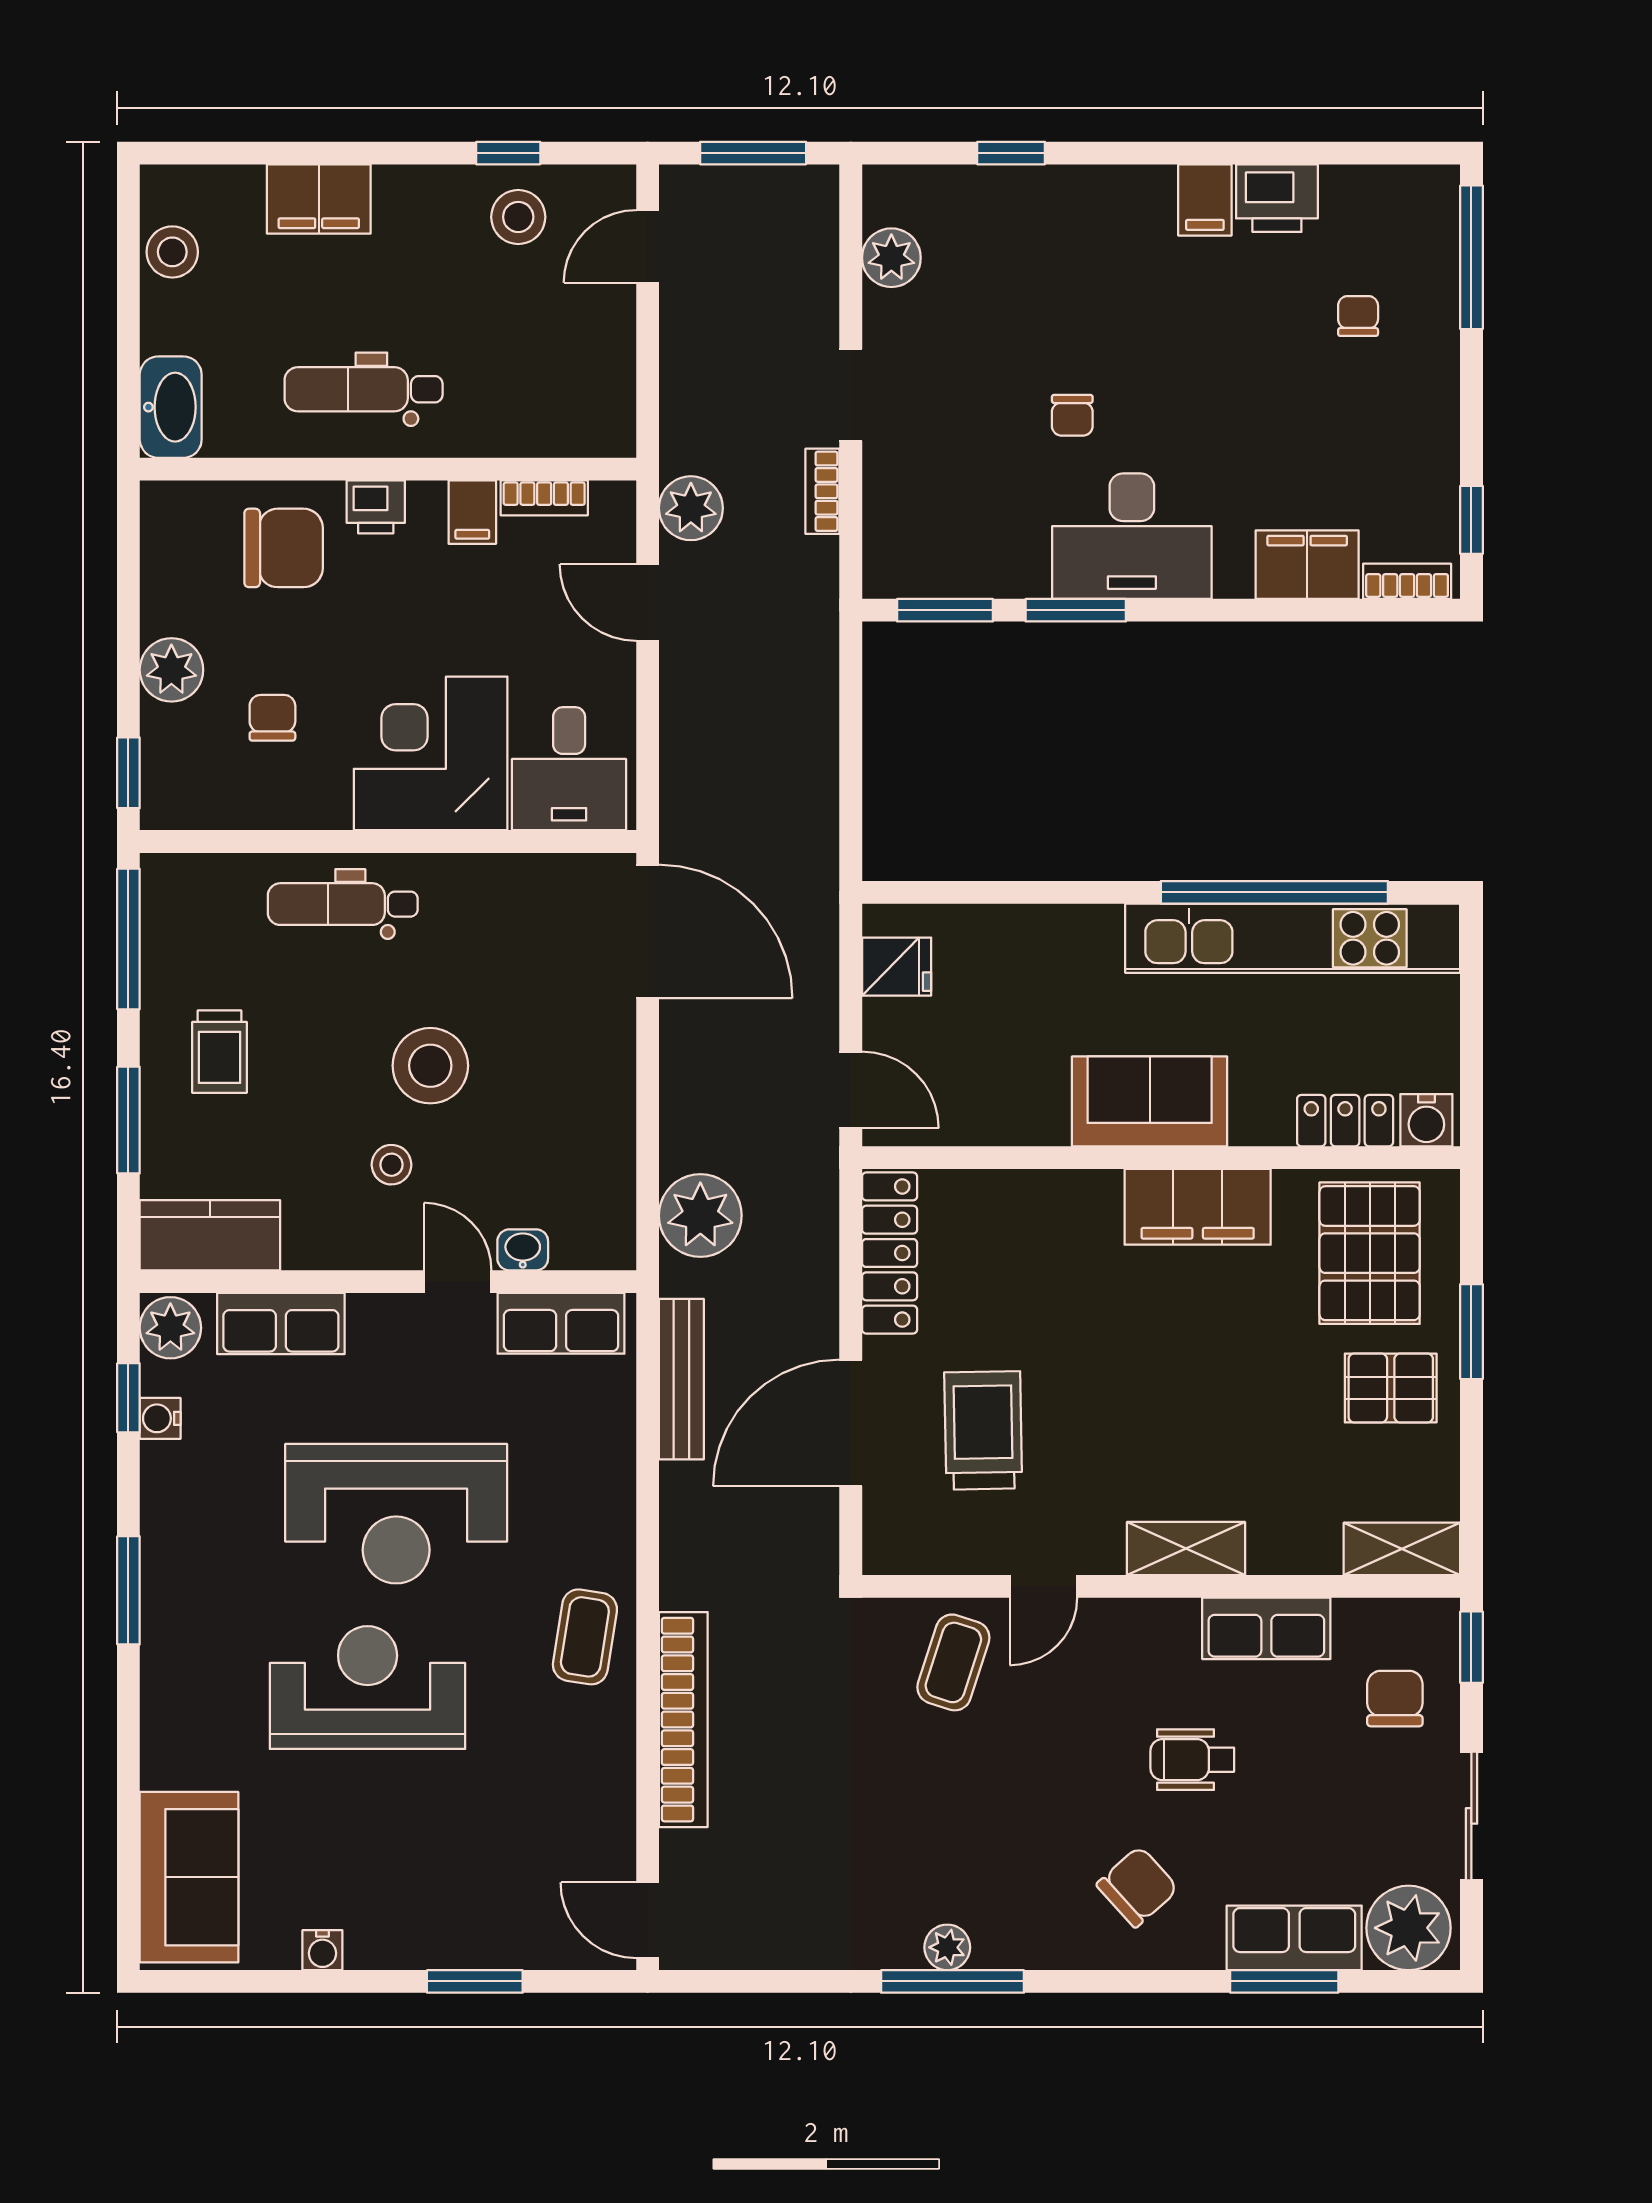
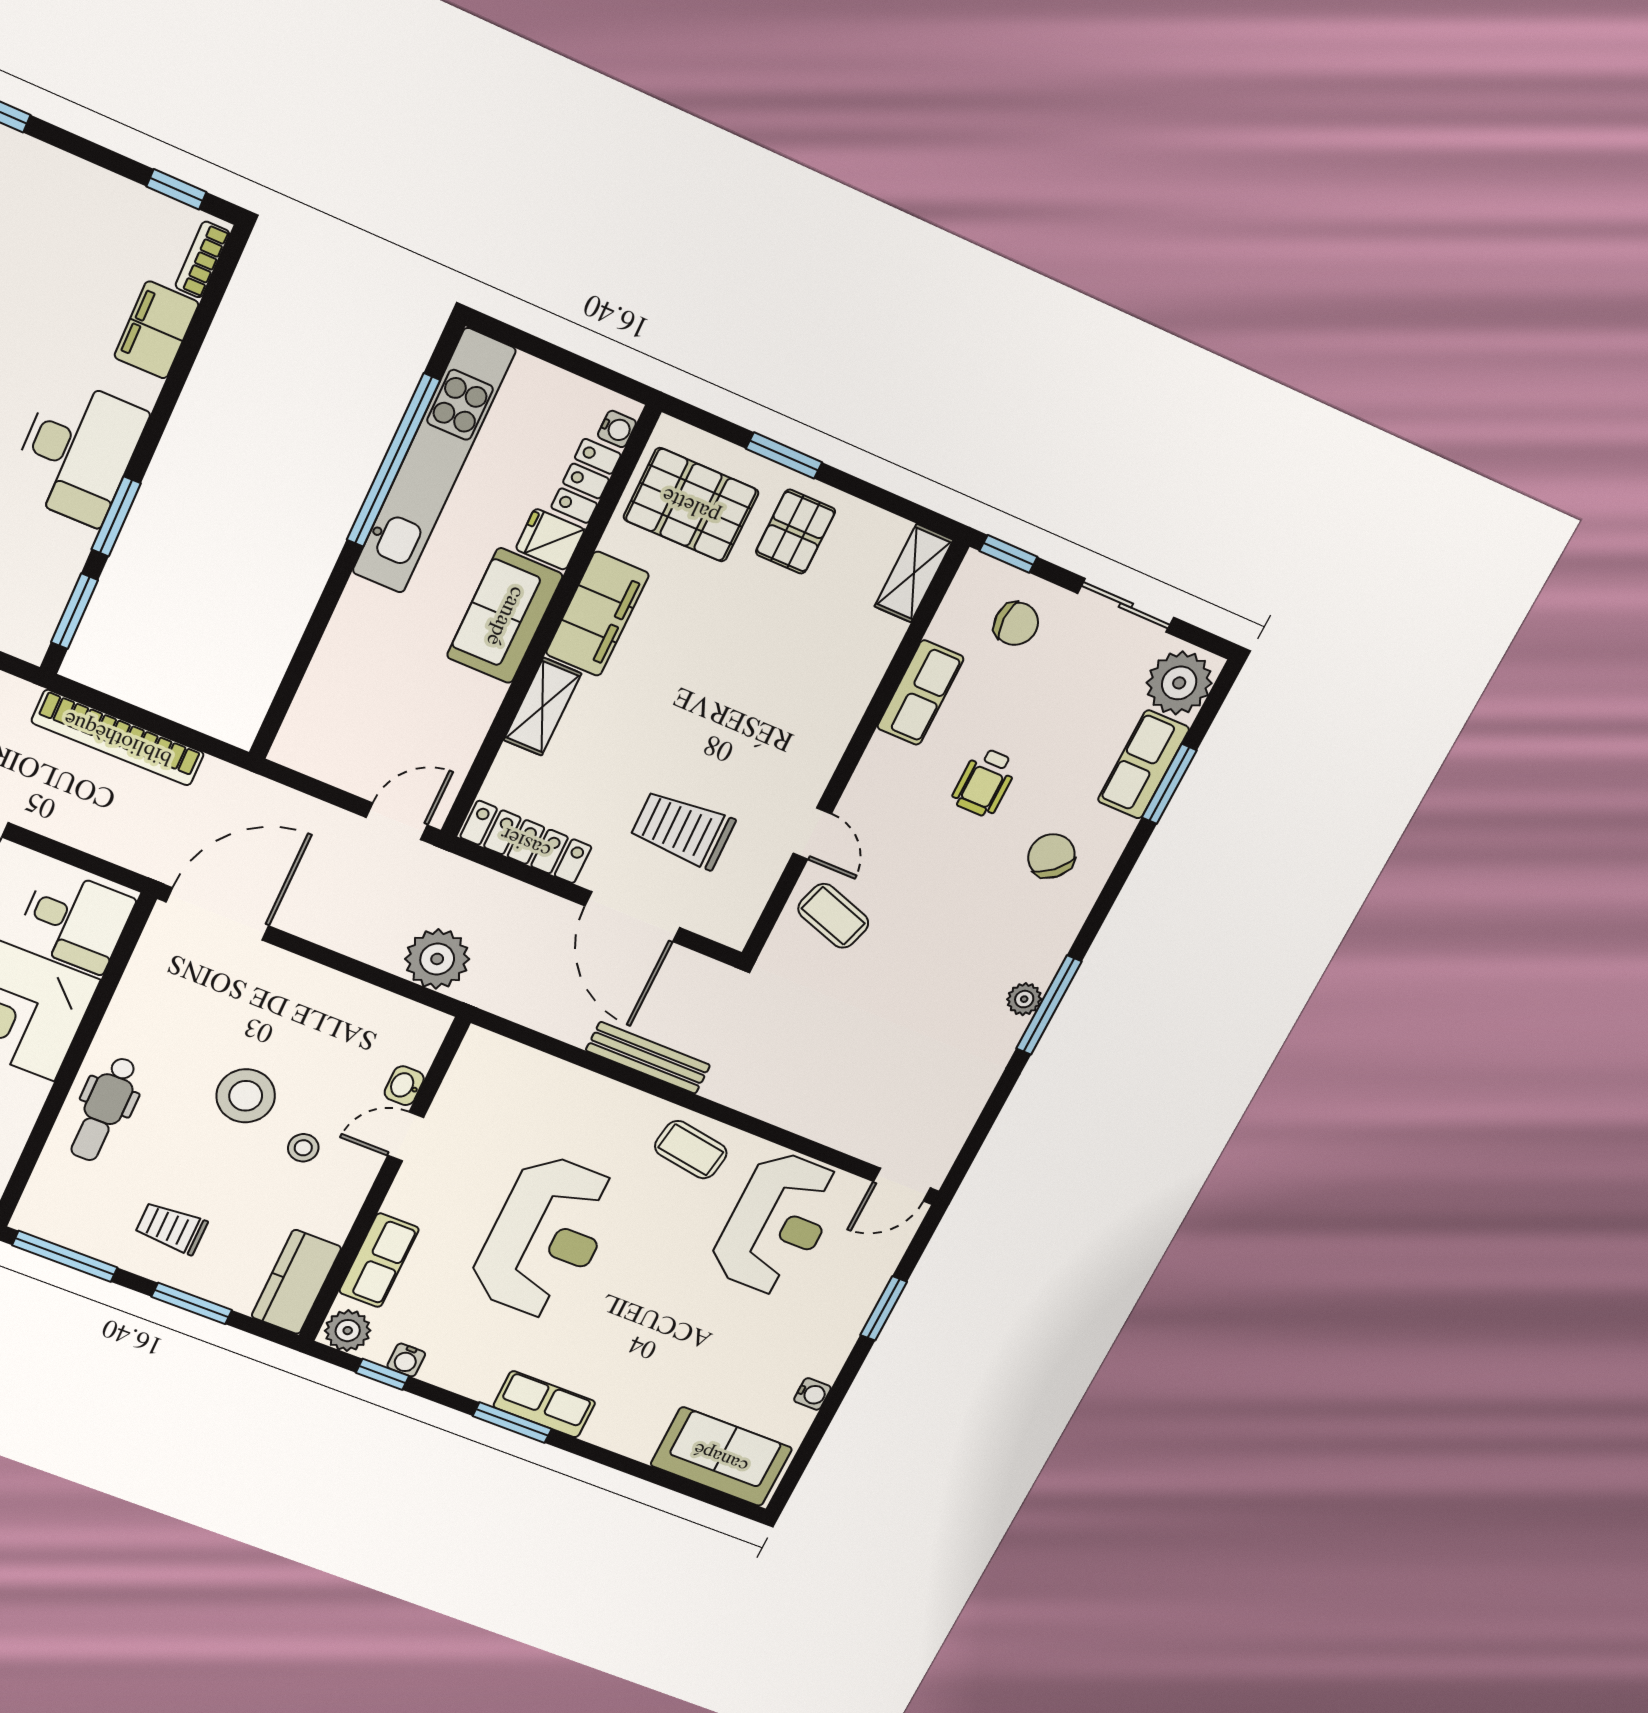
fridge: (897, 967) -> (550, 539), moved, turned -90
trolley: (219, 1052) -> (171, 1228), turned 180
water cooler: (1426, 1120) -> (617, 429), width x0.72, depth x0.72
row of seats: (561, 1323) -> (544, 1404), moved, turned -90
bench: (681, 1379) -> (648, 1058), moved
shelving: (1186, 1549) -> (542, 707), moved
reception desk: (368, 1688) -> (777, 1224), moved, turned 180
chair: (1395, 1699) -> (1016, 624), turned 180
bookcase: (683, 1720) -> (118, 738), moved, turned 180

